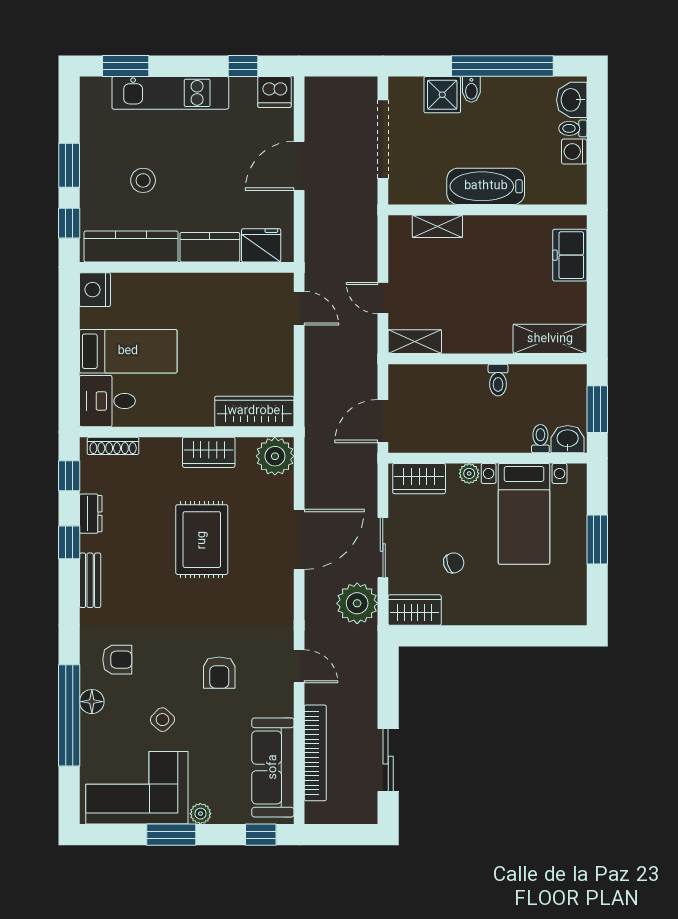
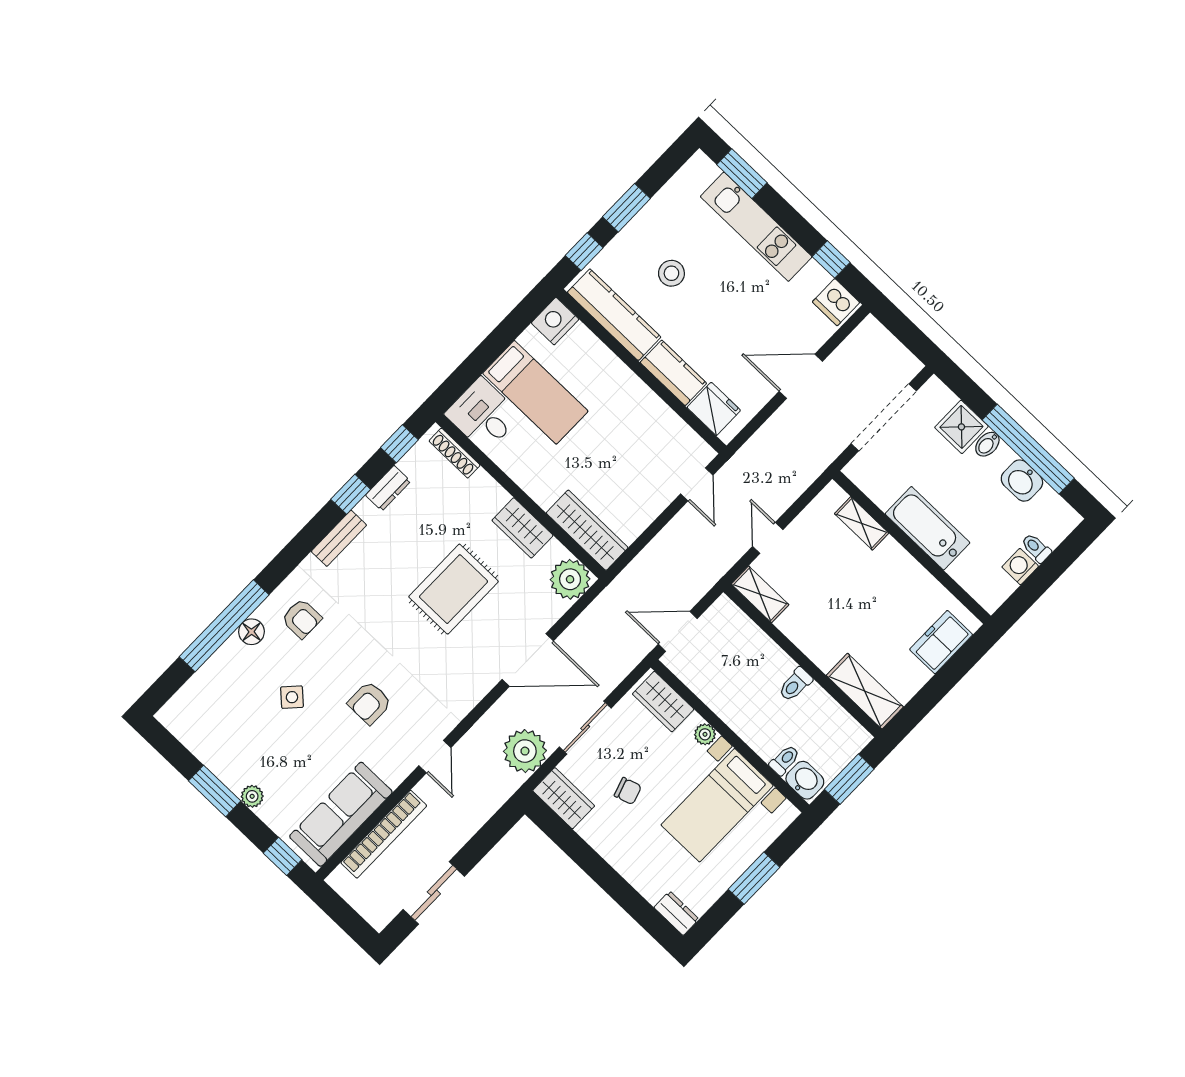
washbasin: (572, 100) -> (1022, 481), moved, turned -90
dresser: (567, 614) -> (676, 913), added
corner sofa: (137, 788) -> (223, 730), removed

